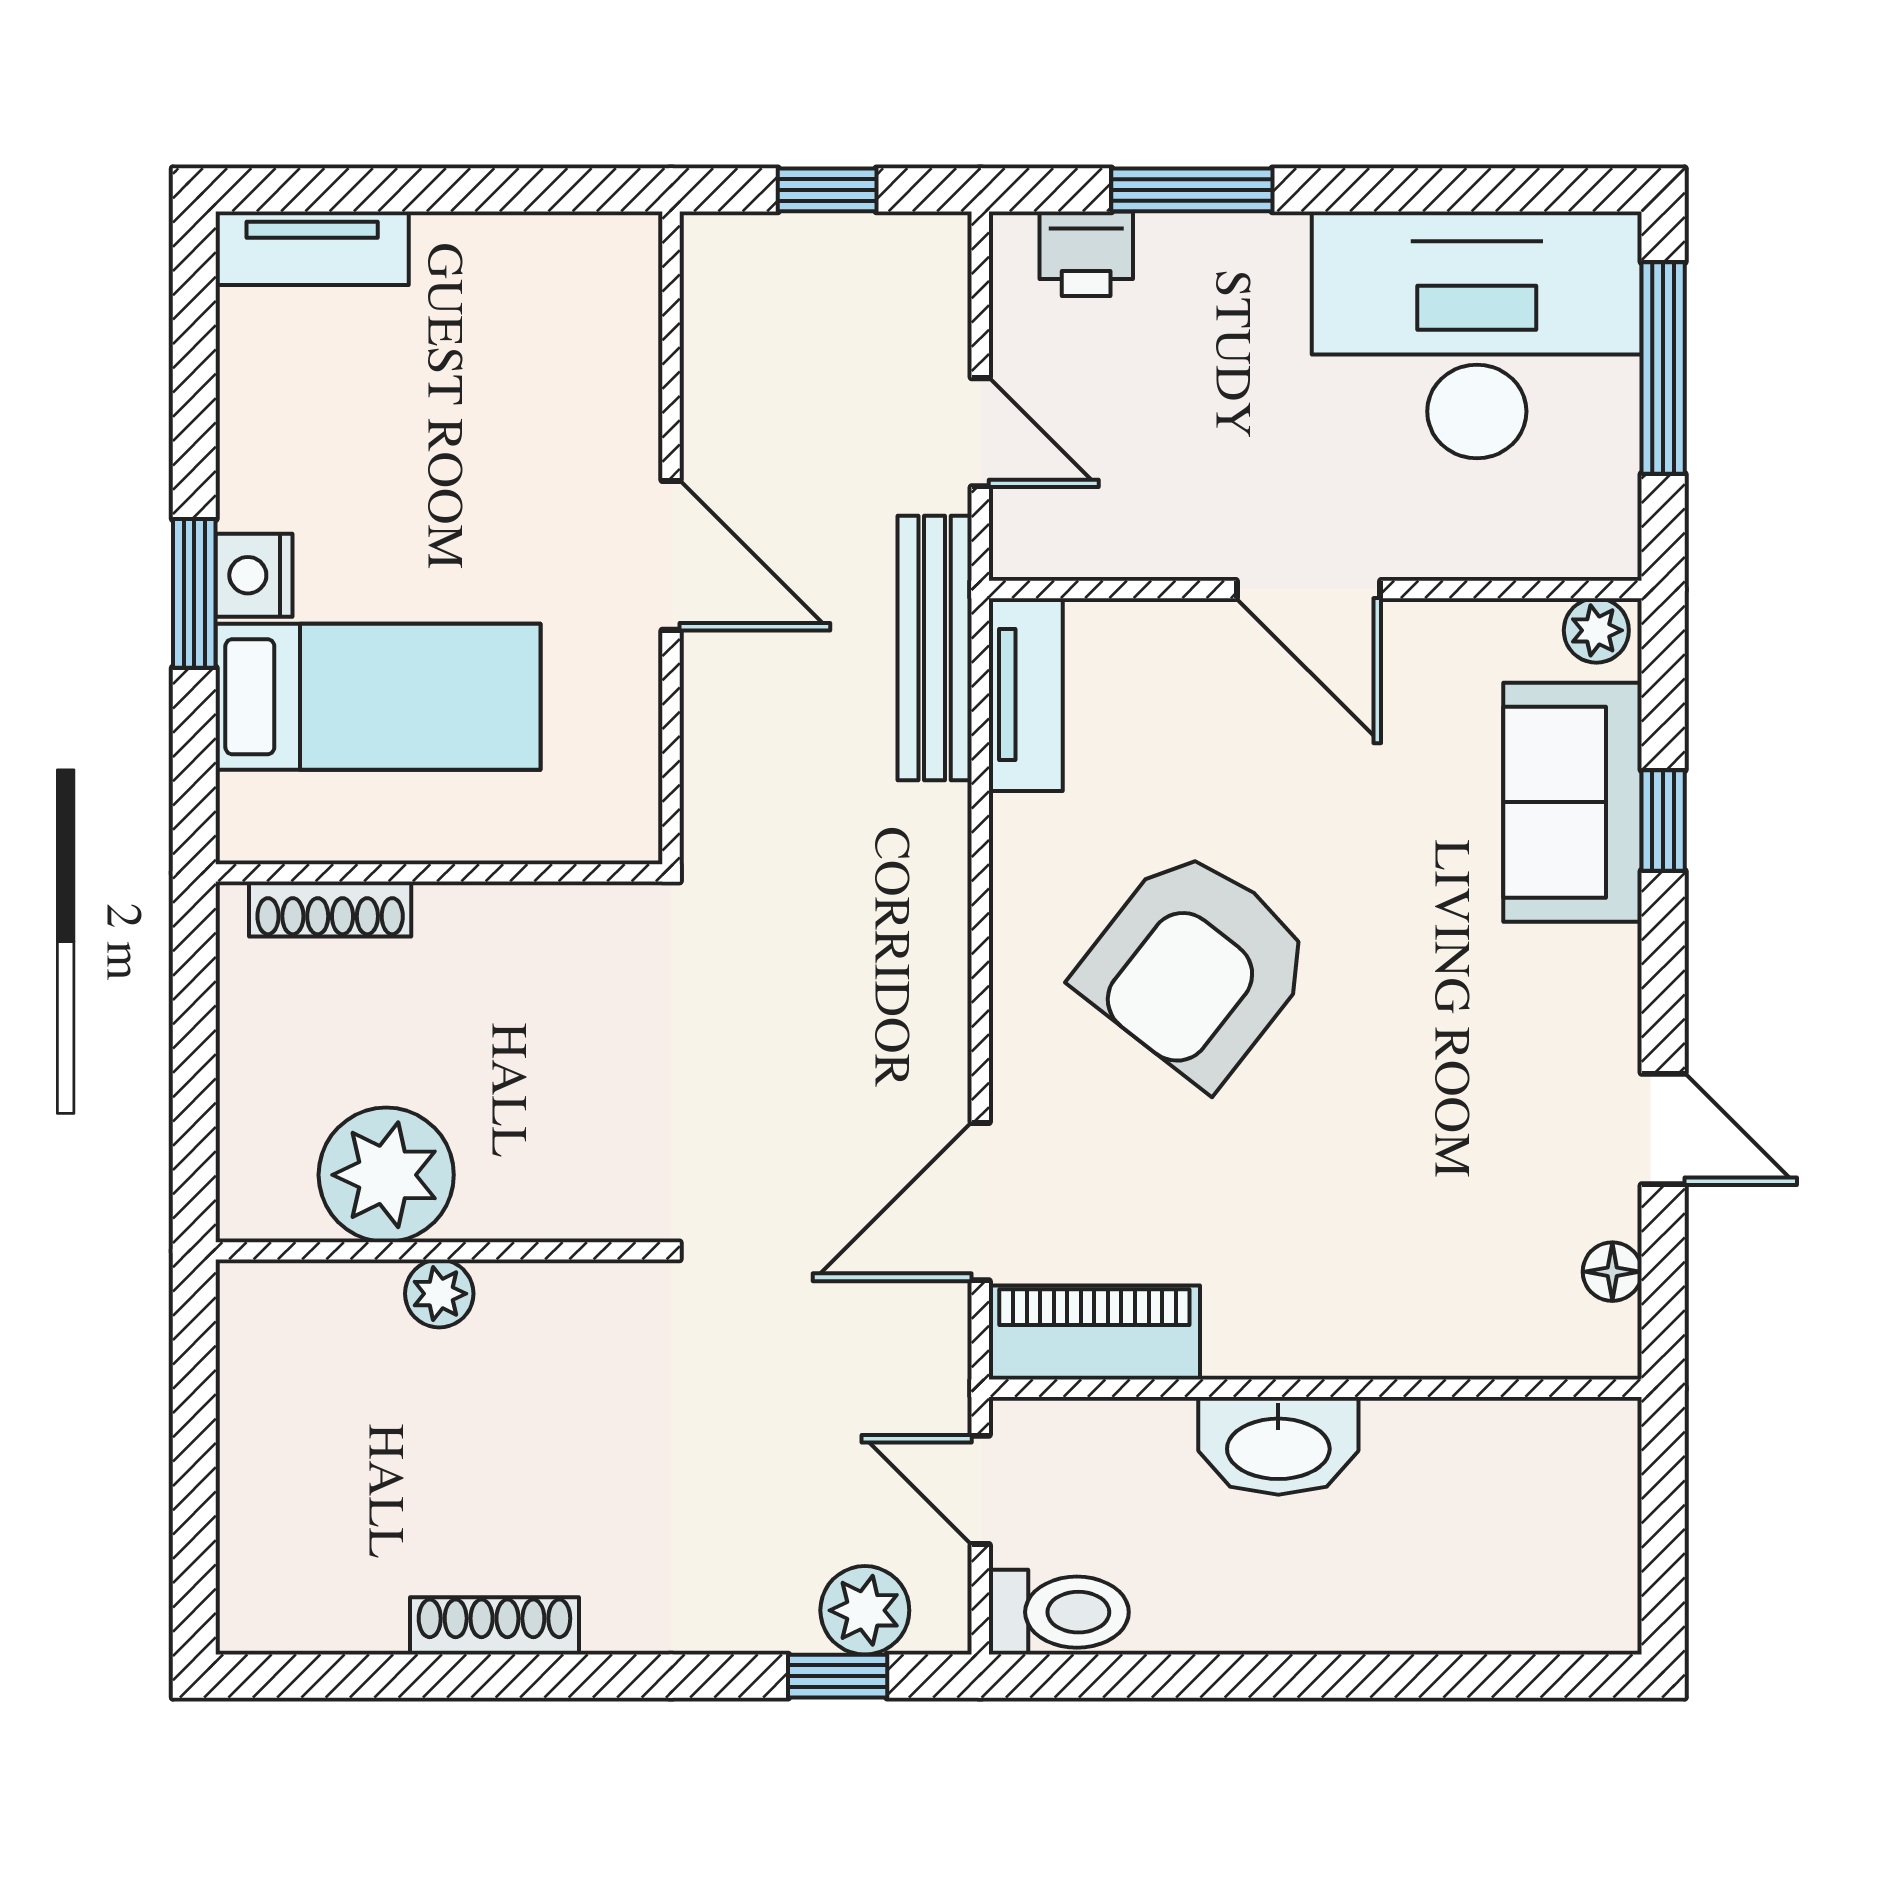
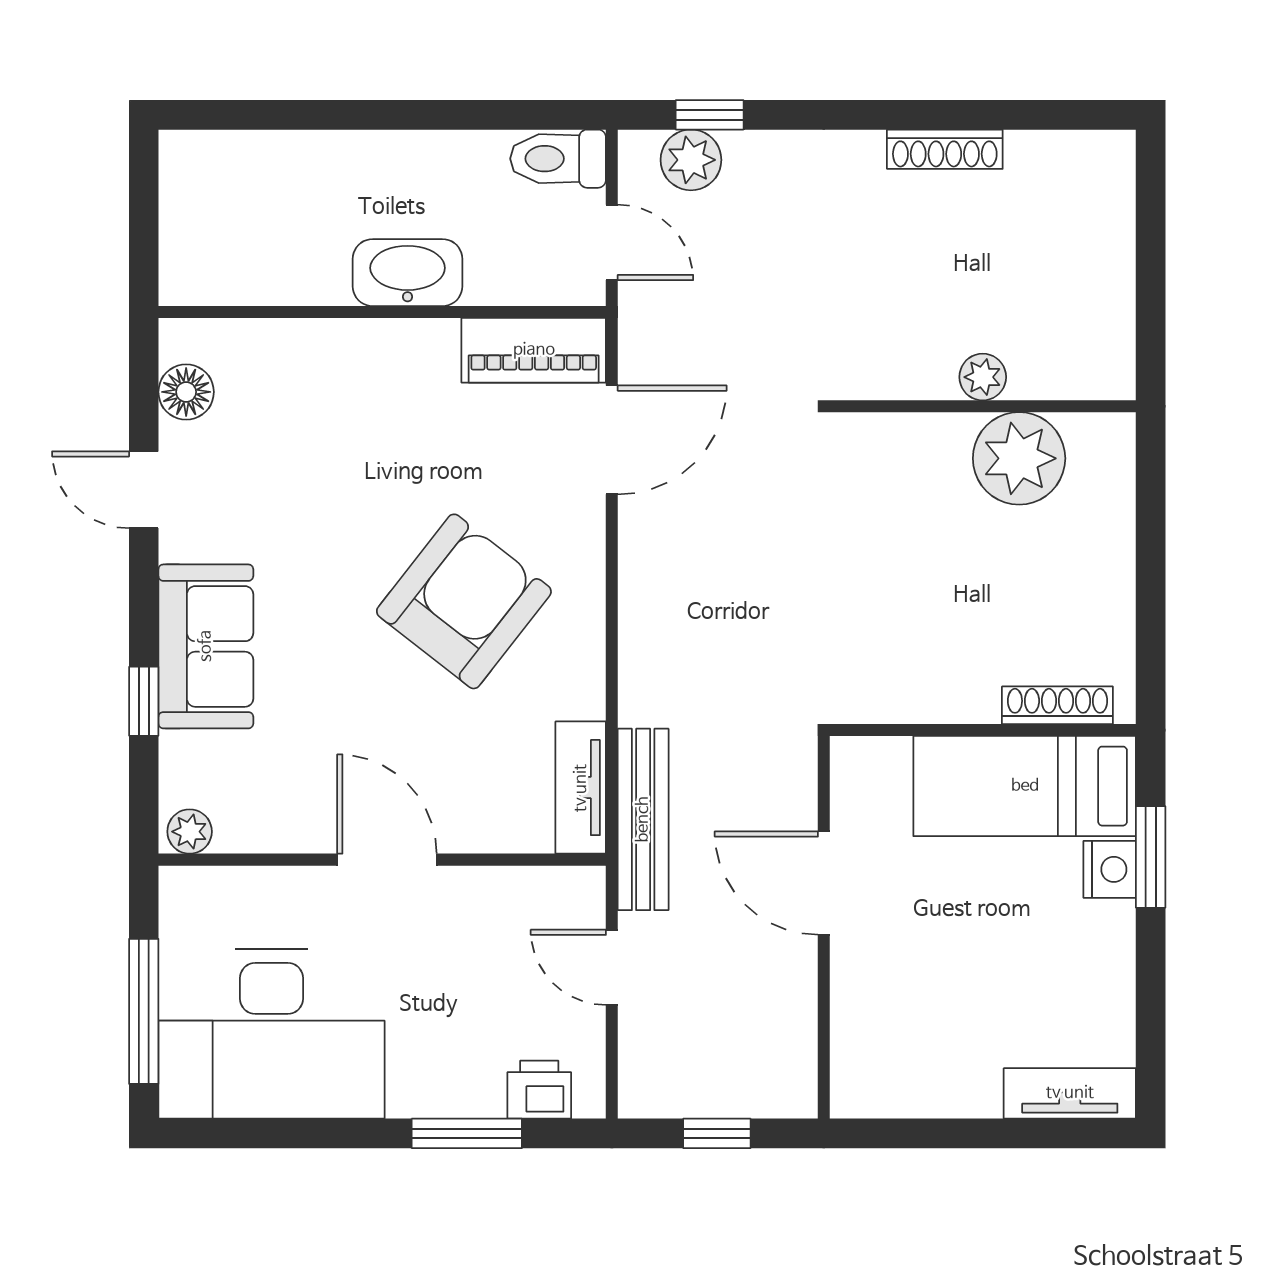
sofa: (1573, 802) -> (206, 646), moved
wall: (439, 873) -> (983, 730), moved
shoe rack: (330, 909) -> (1057, 705), moved
floor lamp: (1612, 1272) -> (186, 392), width x1.37, depth x1.37

